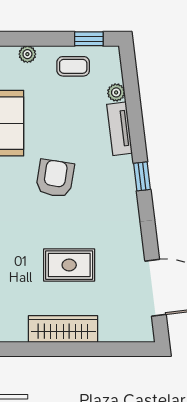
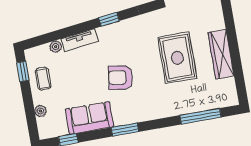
rug: (69, 265) -> (177, 58), width x1.36, depth x1.43

